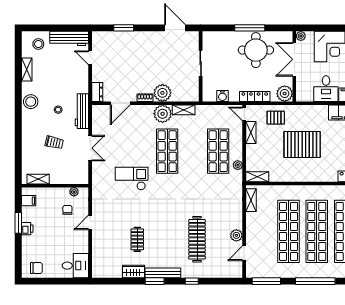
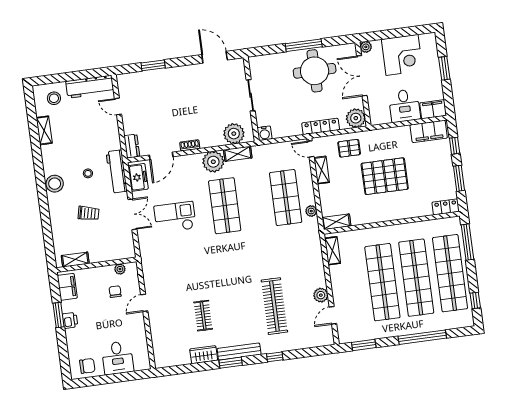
plant: (162, 93) -> (234, 134), moved
water cooler: (222, 96) -> (265, 133), moved
stool: (31, 102) -> (55, 184), moved
freezer: (99, 118) -> (138, 177), added
checkout: (132, 179) -> (175, 217), moved
filing cabinet: (29, 201) -> (67, 287), width x2.00
desk: (75, 266) -> (117, 358), moved, turned 90
window: (266, 281) -> (364, 345), width x0.69

